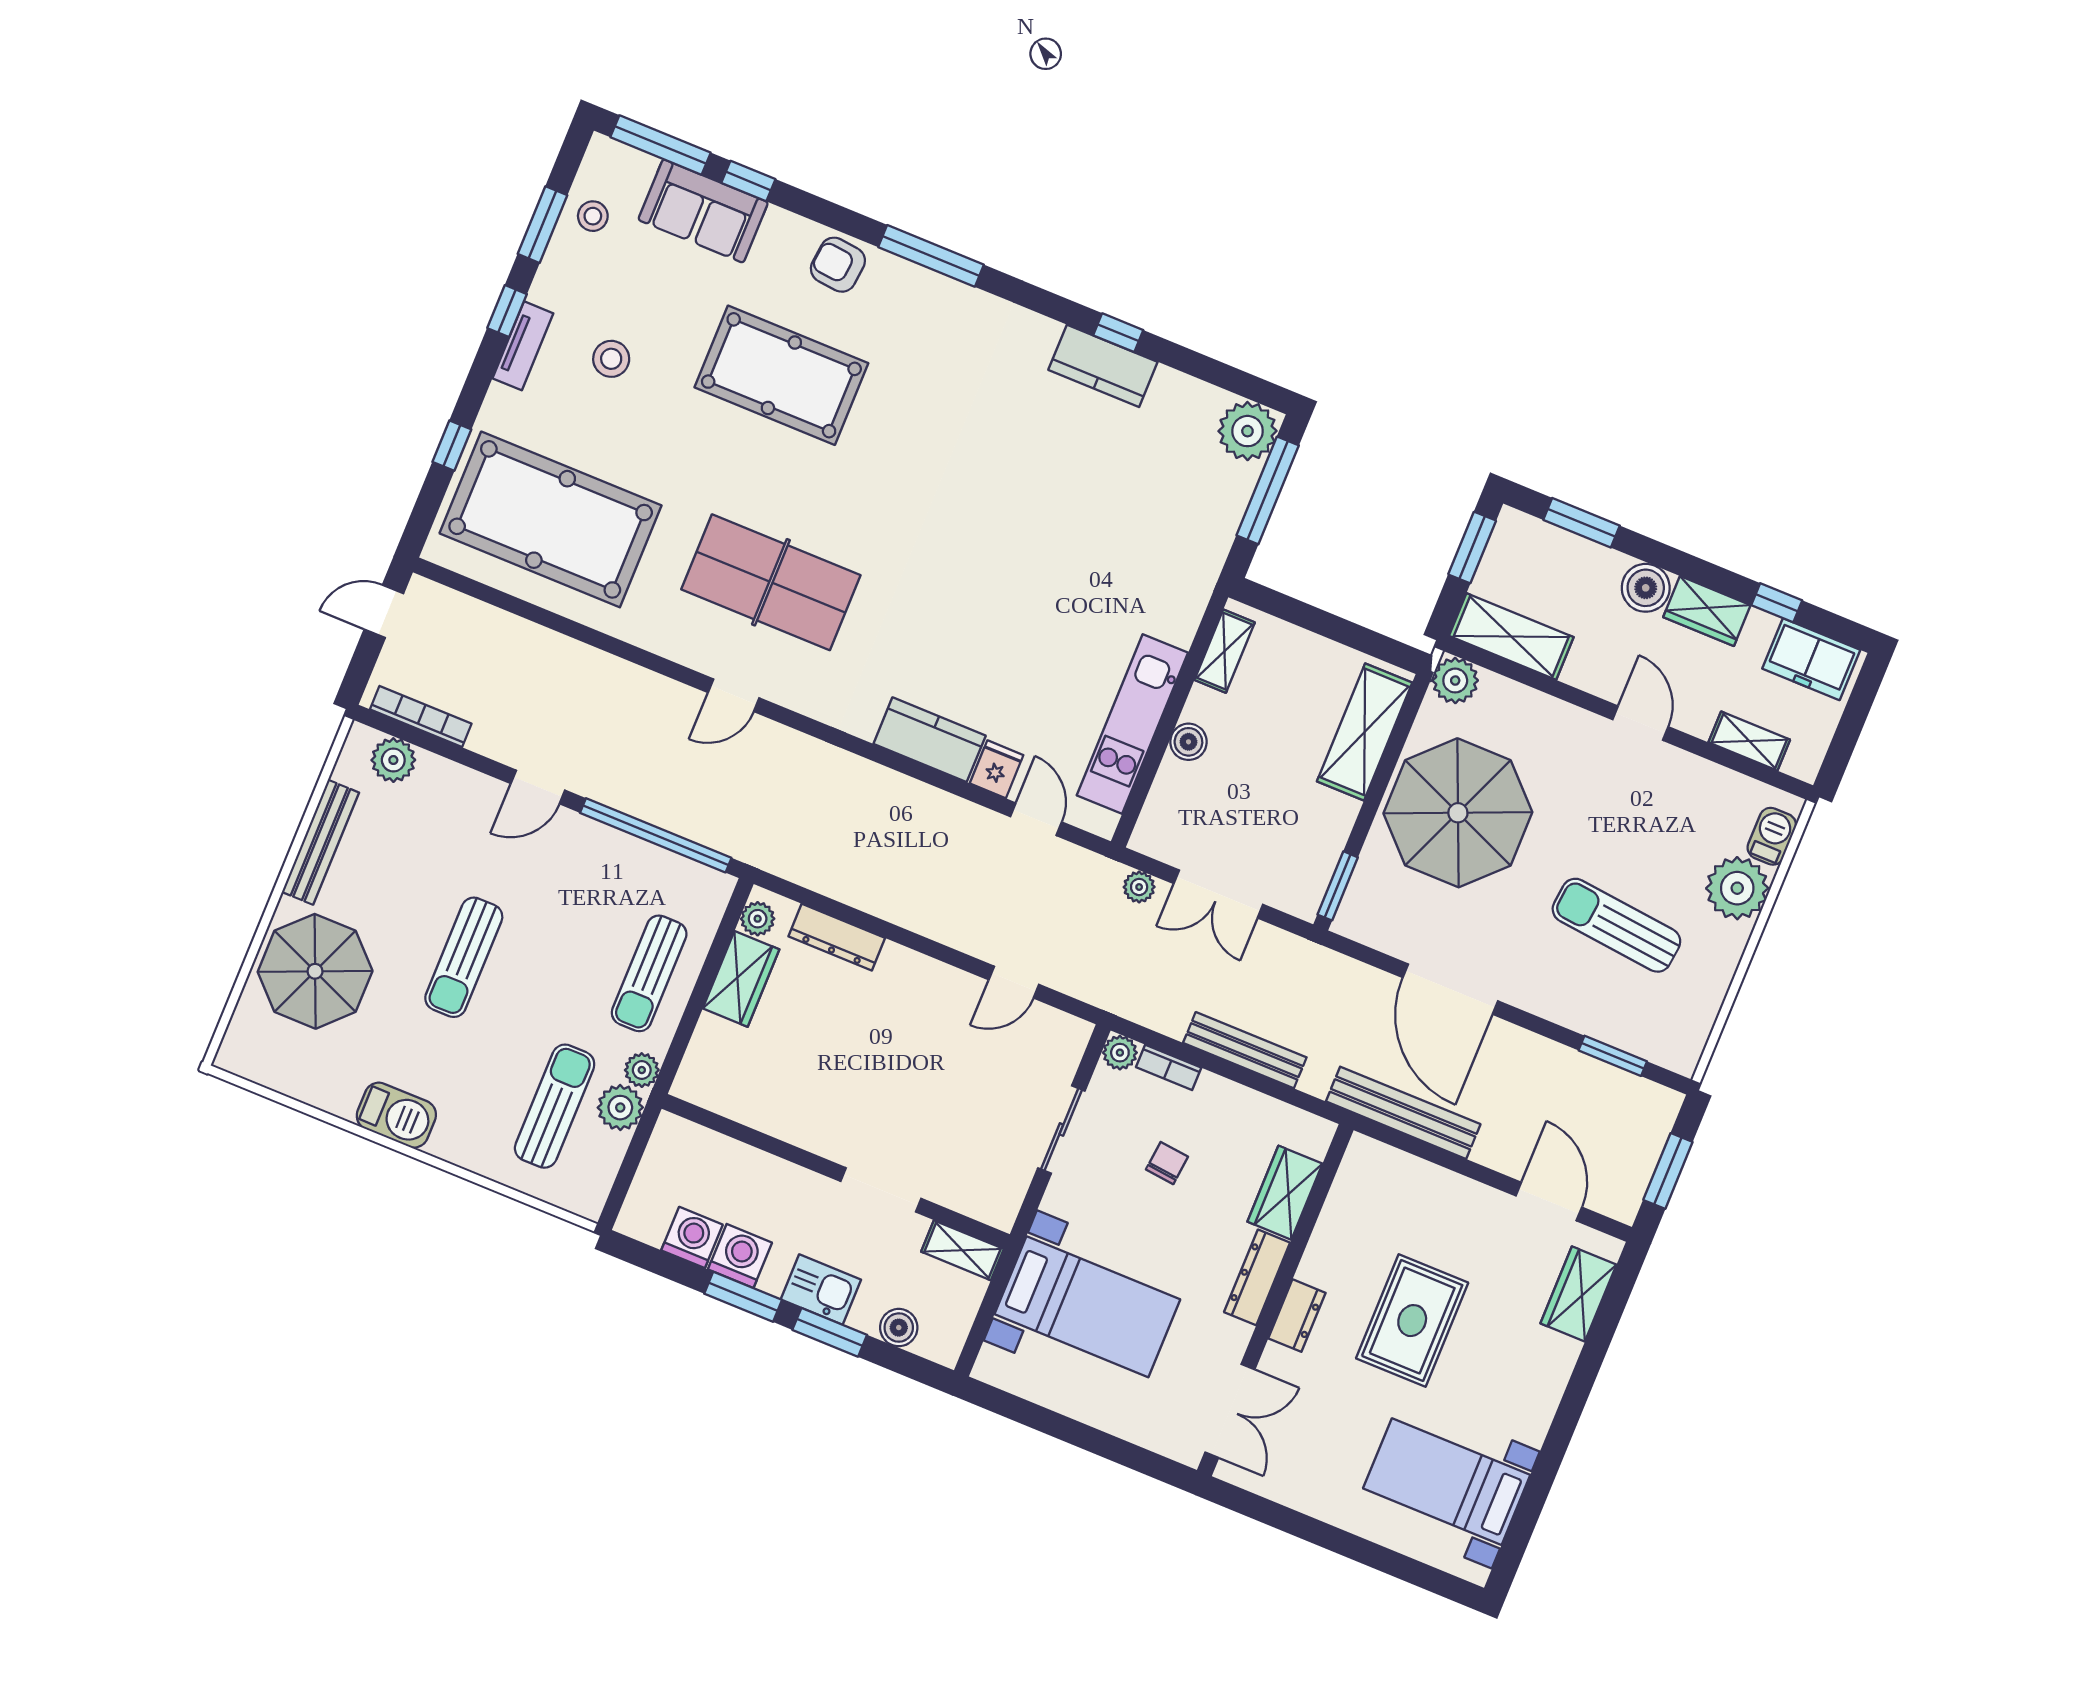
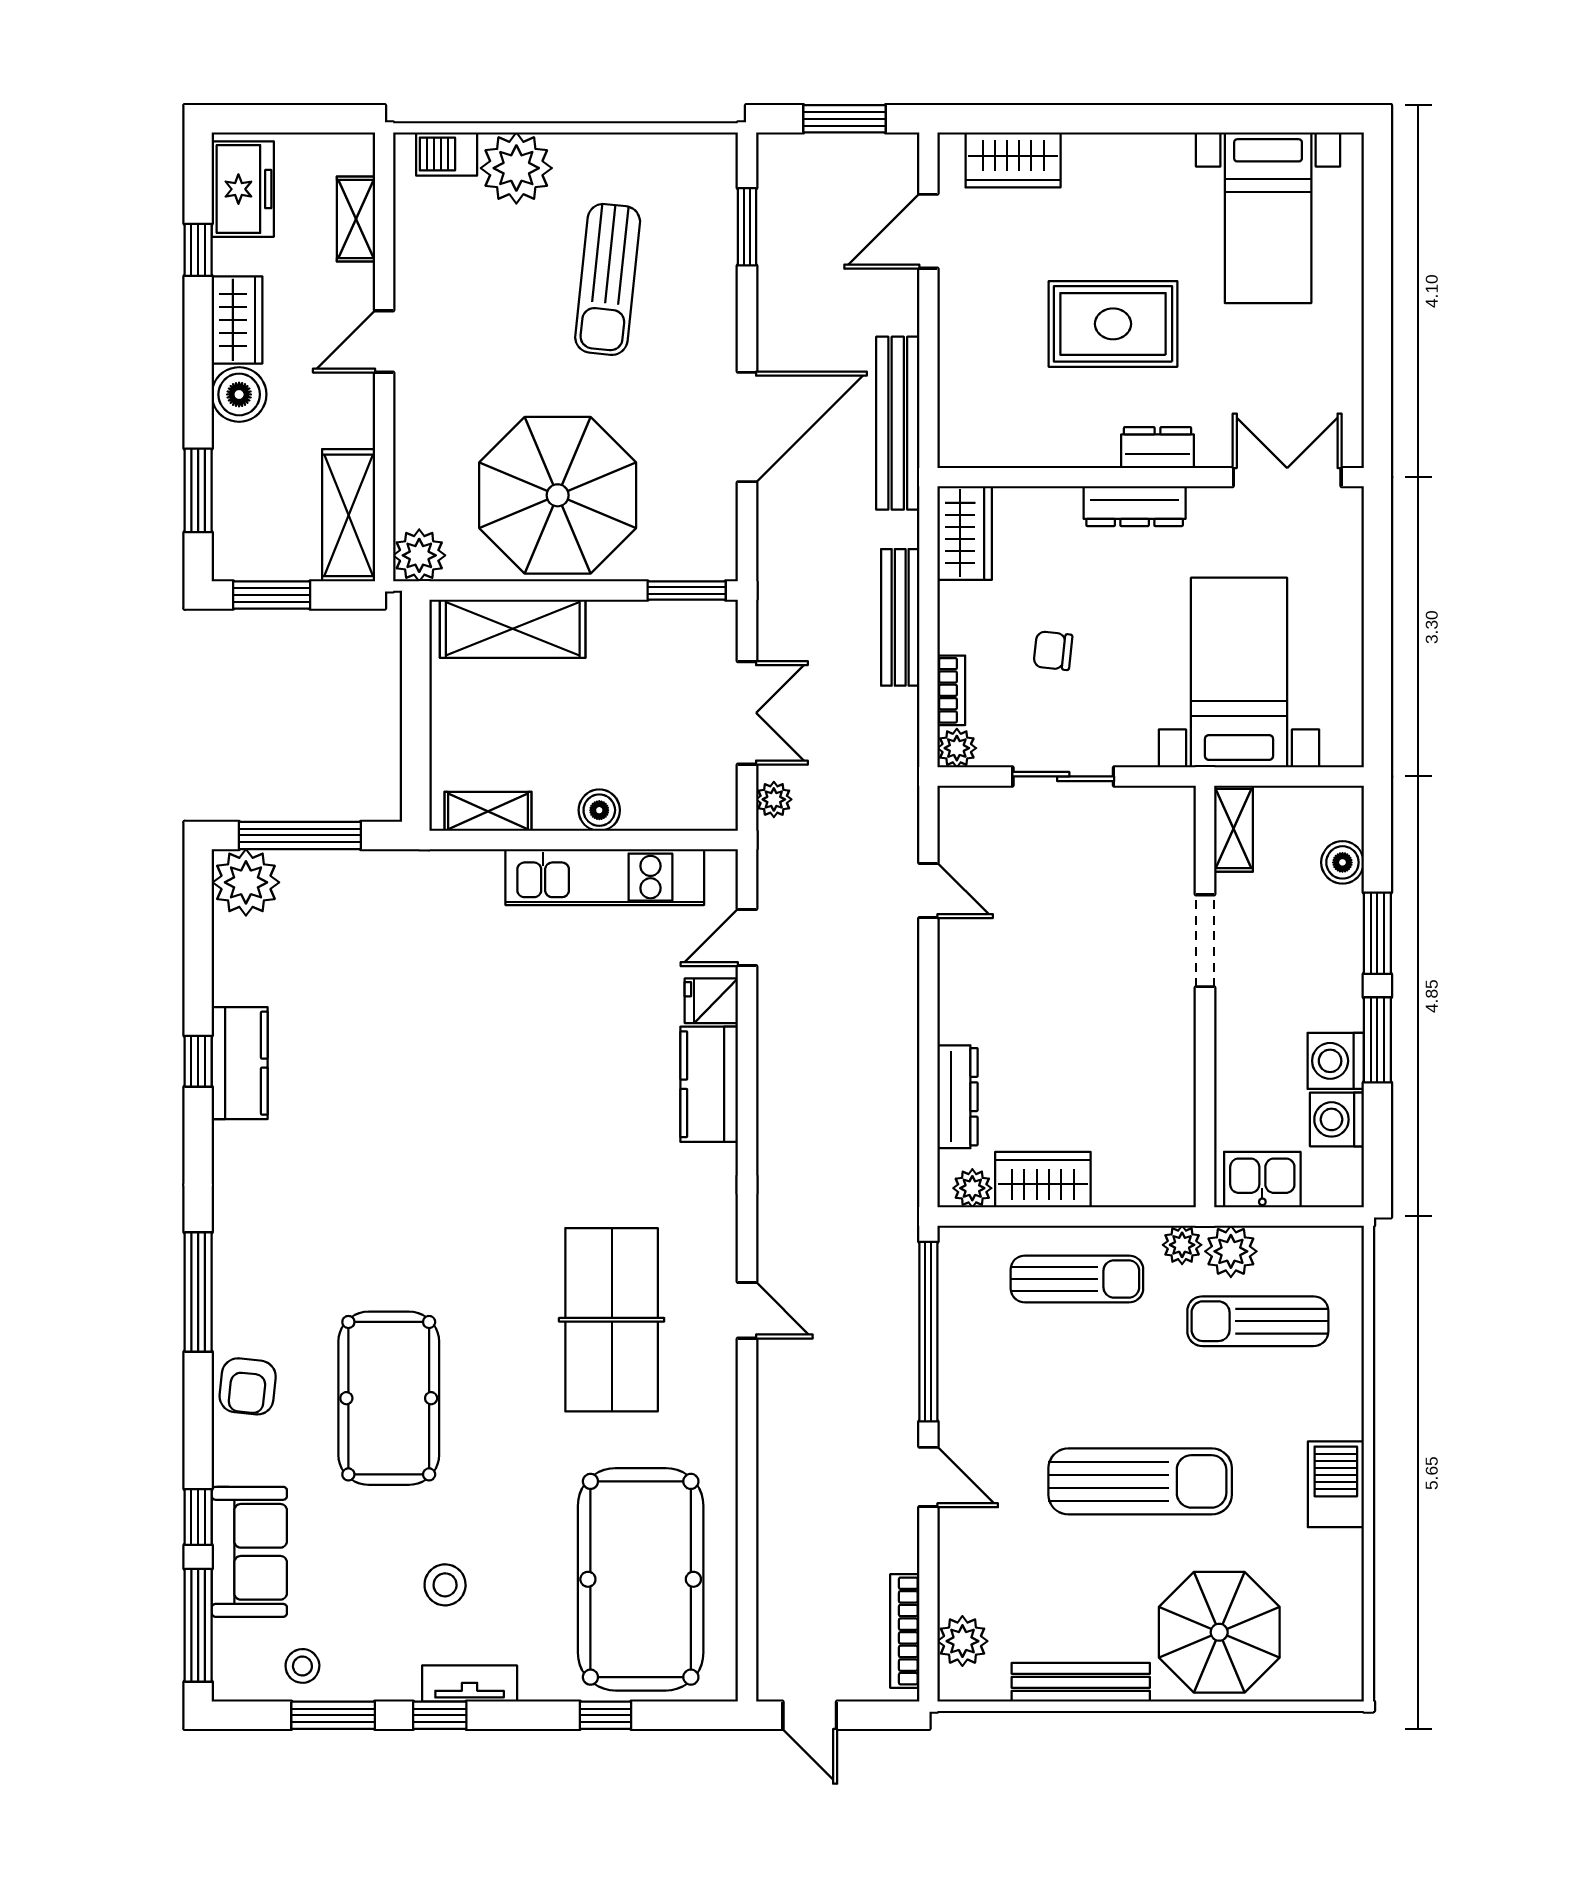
sun lounger: (464, 957) -> (1140, 1481), width x1.36, depth x1.34
wardrobe: (1285, 1193) -> (965, 533), moved, turned -90
kitchen sink: (821, 1289) -> (1262, 1180), moved, turned 90

